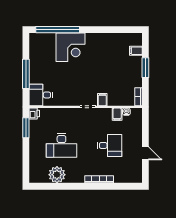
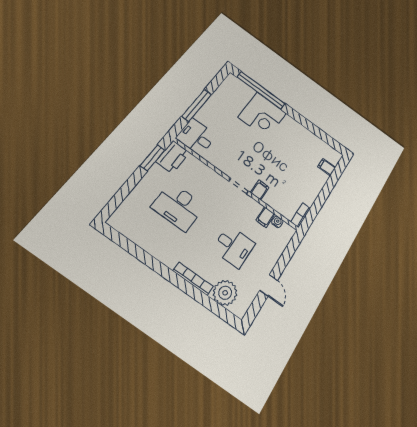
window: (145, 68) -> (326, 191), removed
printer: (34, 114) -> (173, 157), width x1.87, depth x1.48
plant: (57, 175) -> (225, 293), moved

